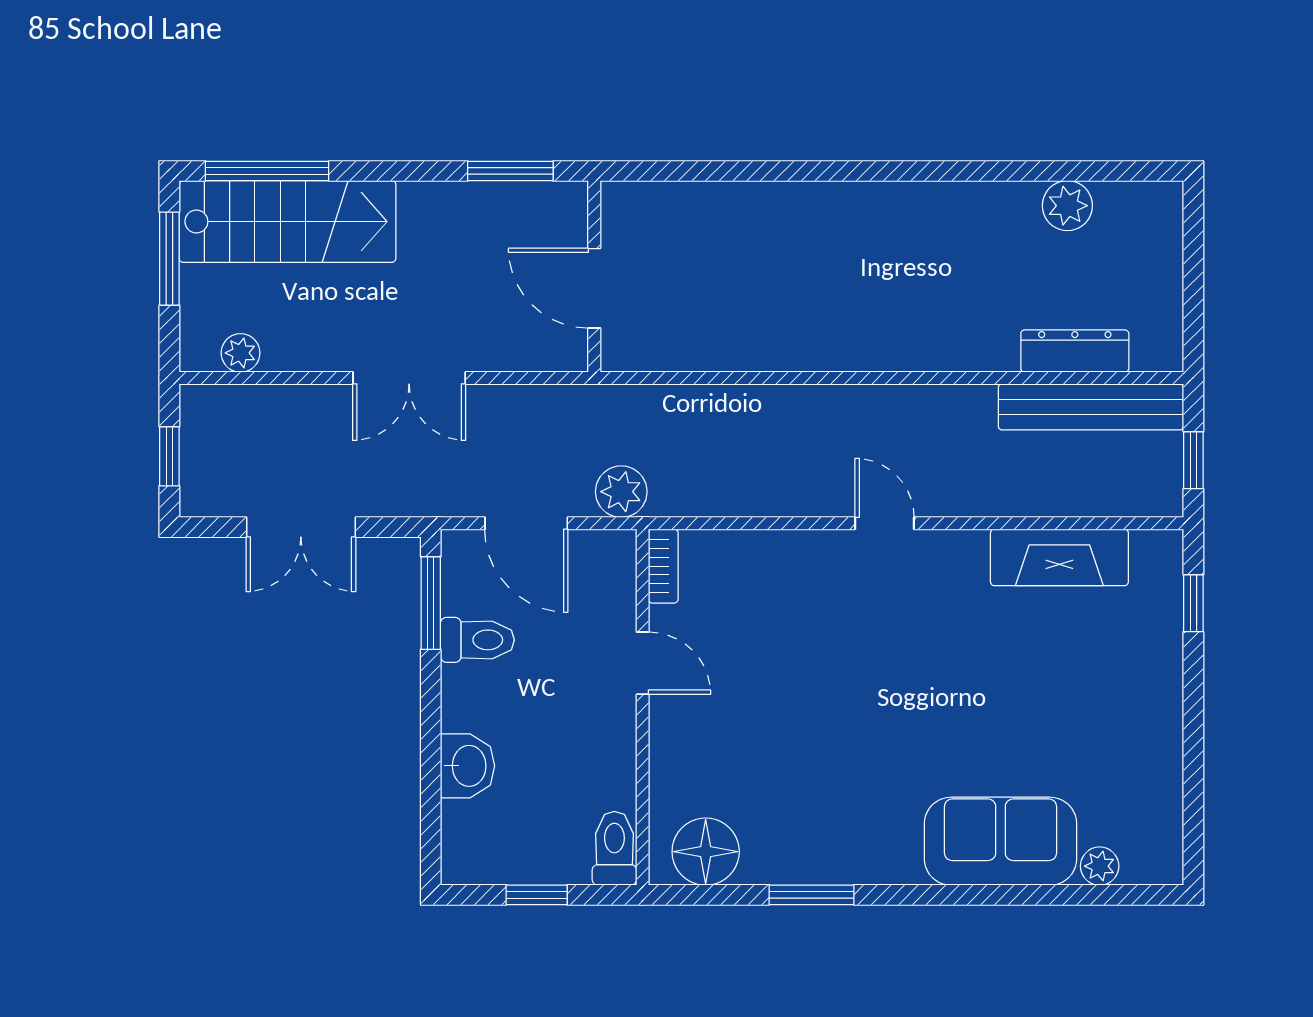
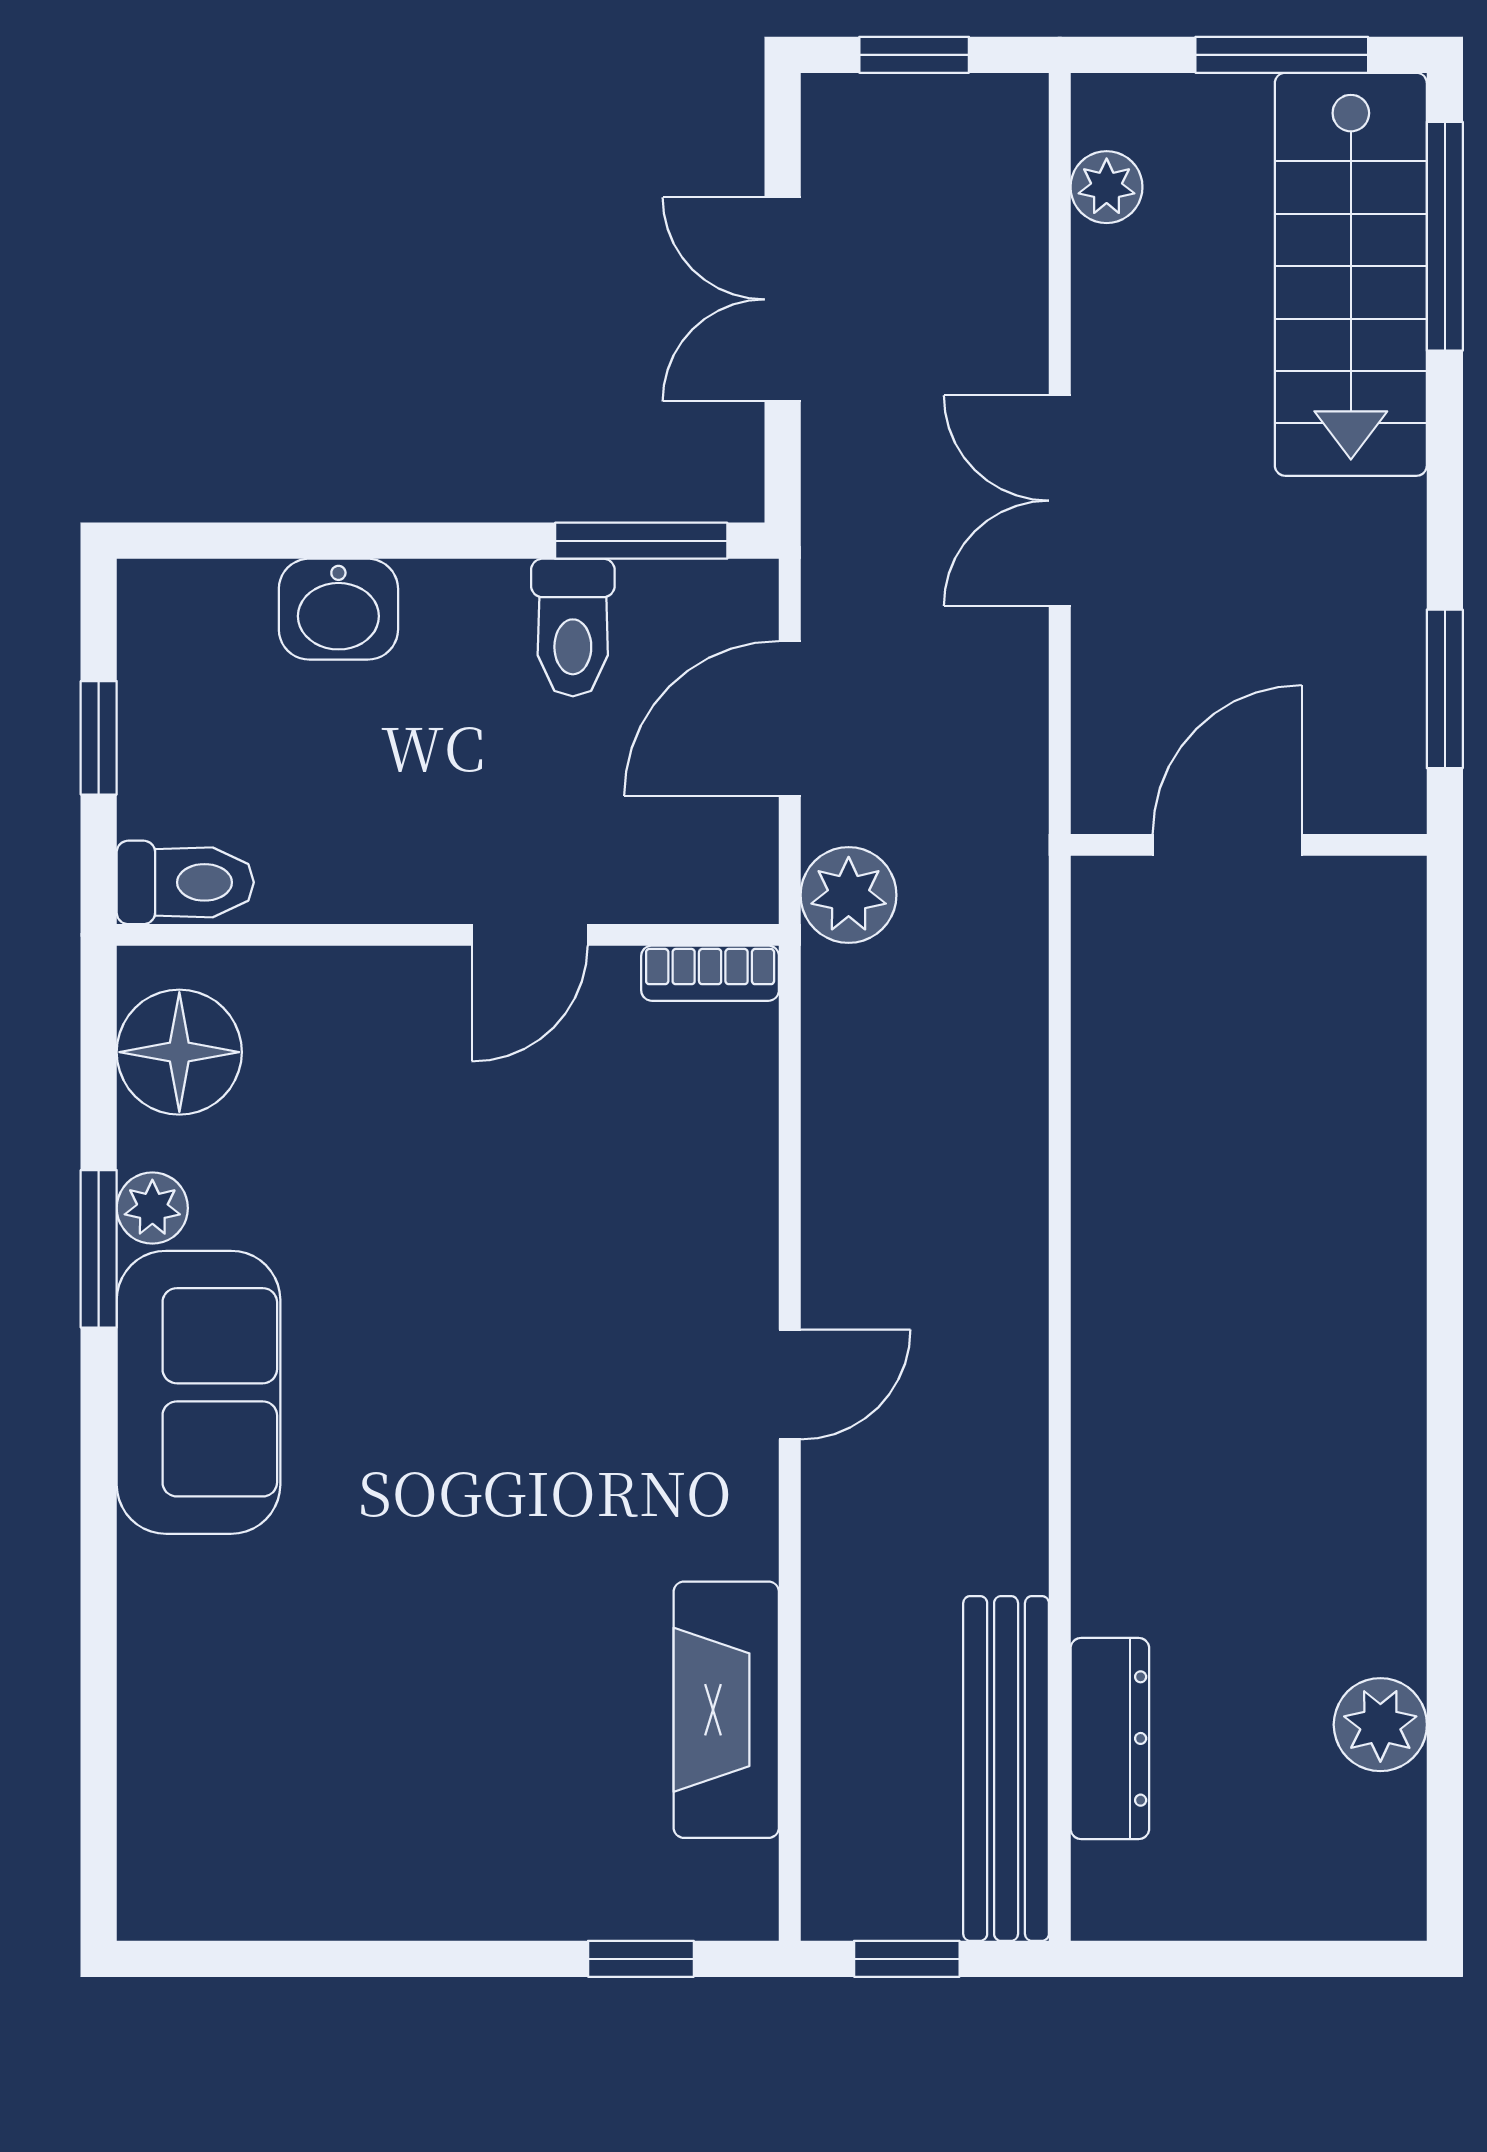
sofa: (1001, 841) -> (199, 1392), moved
plant: (1100, 866) -> (152, 1208), moved

